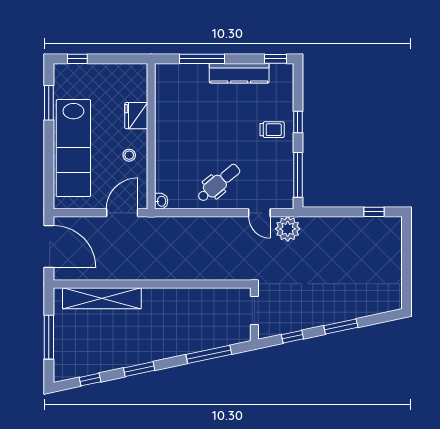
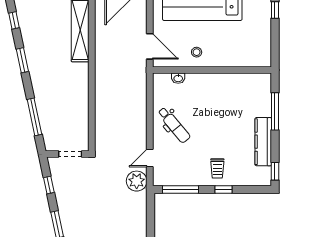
fridge: (136, 116) -> (229, 58), removed
washbasin: (161, 201) -> (178, 78), moved

